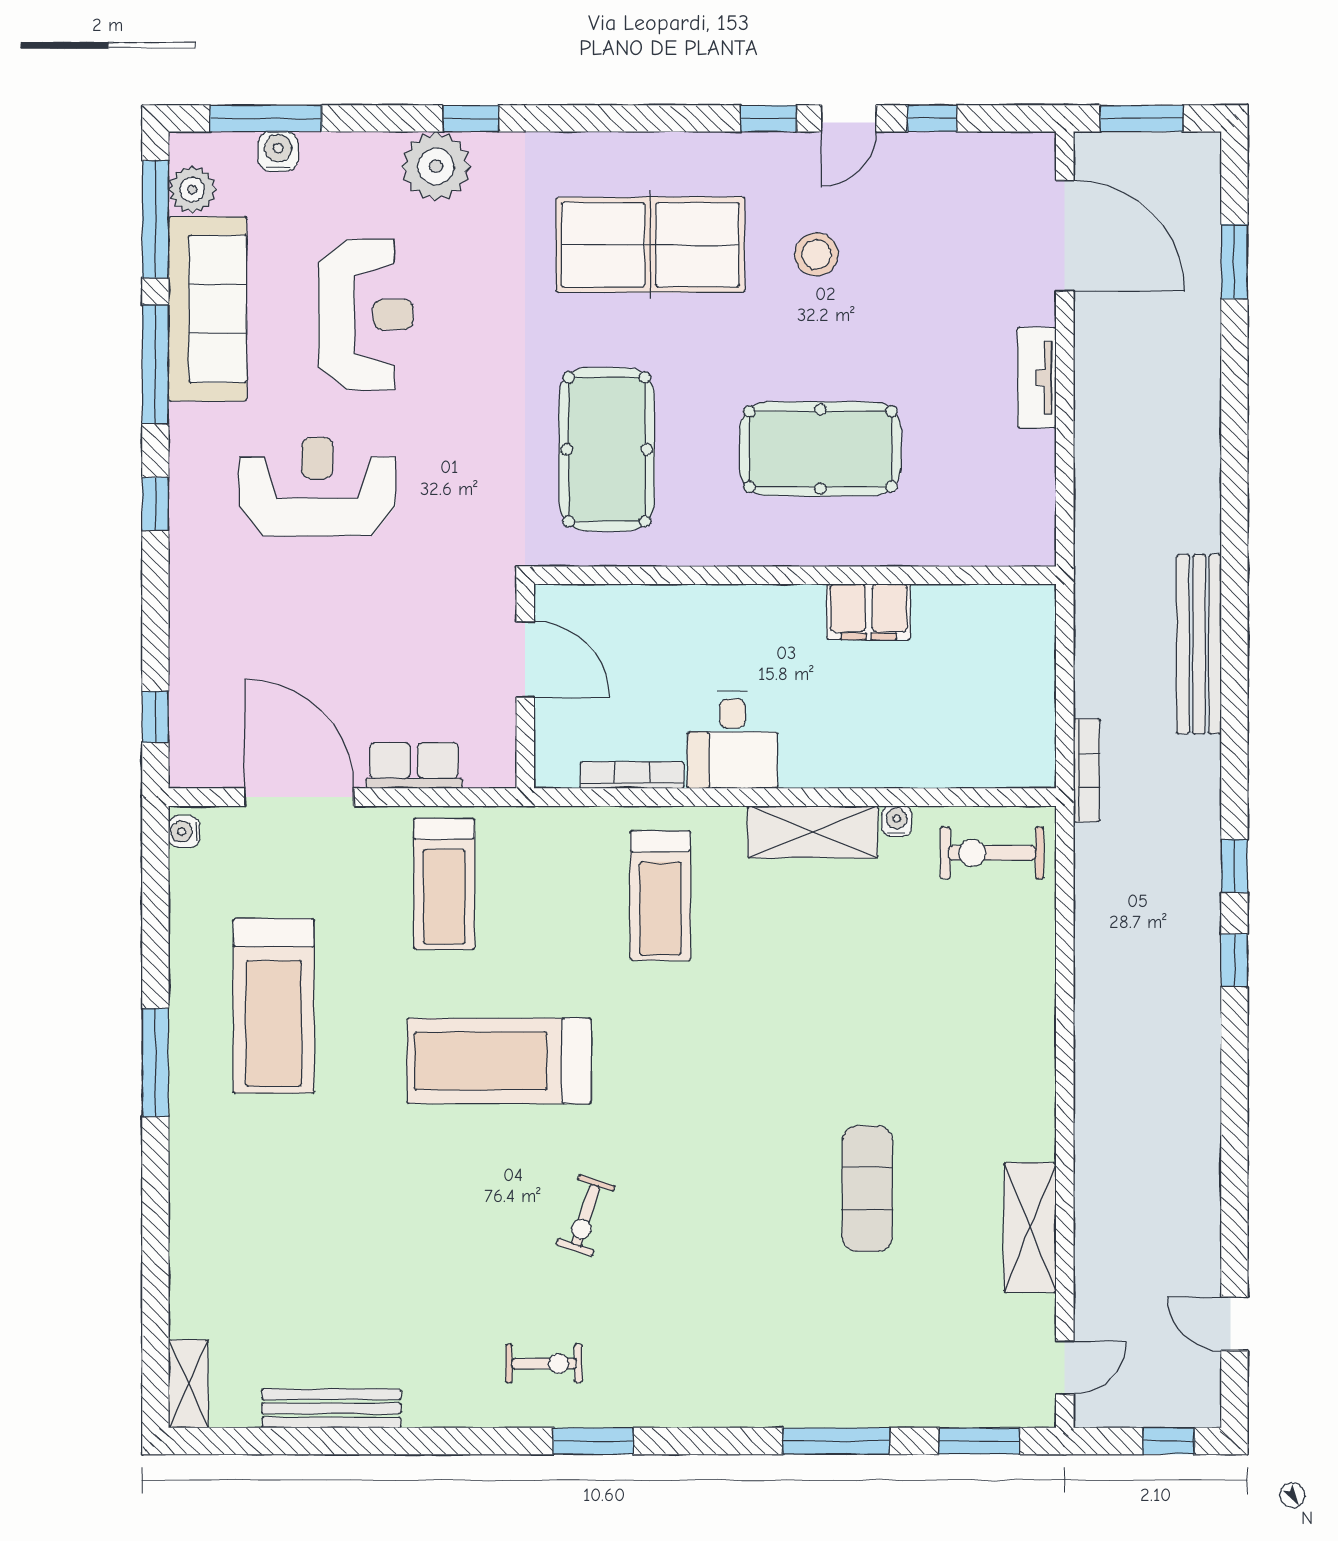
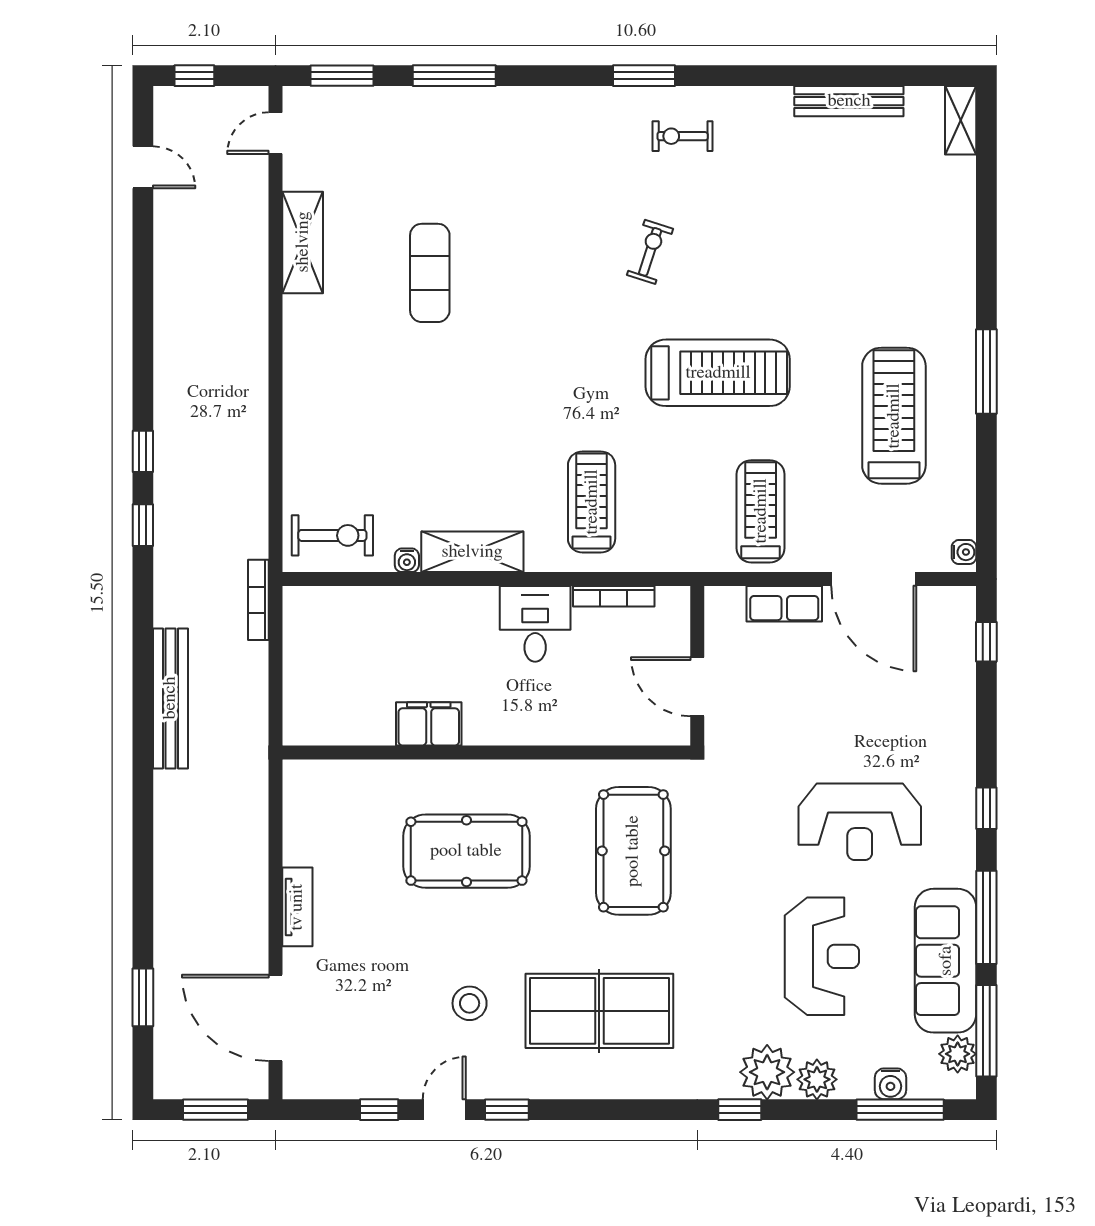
plant: (372, 157) -> (817, 1079), added
reception desk: (366, 314) -> (822, 956), turned 180

